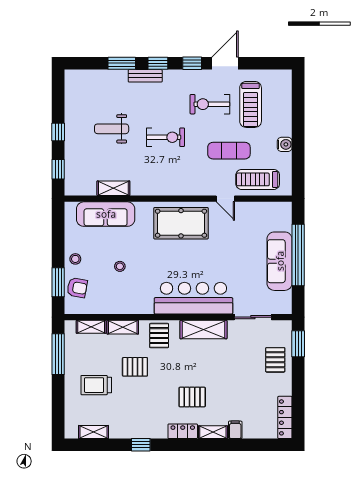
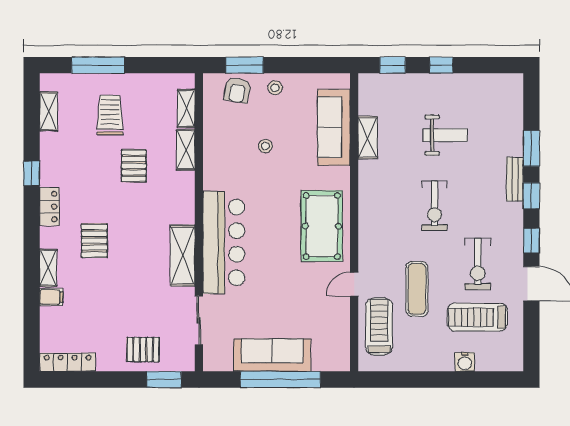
exercise bike: (210, 104) -> (478, 264), turned 180
weight bench: (112, 129) -> (445, 135), turned 90
water cooler: (285, 144) -> (465, 362), moved
pallet: (159, 336) -> (175, 197), removed
window: (58, 354) -> (98, 65), moved
locker: (183, 431) -> (49, 207), moved

